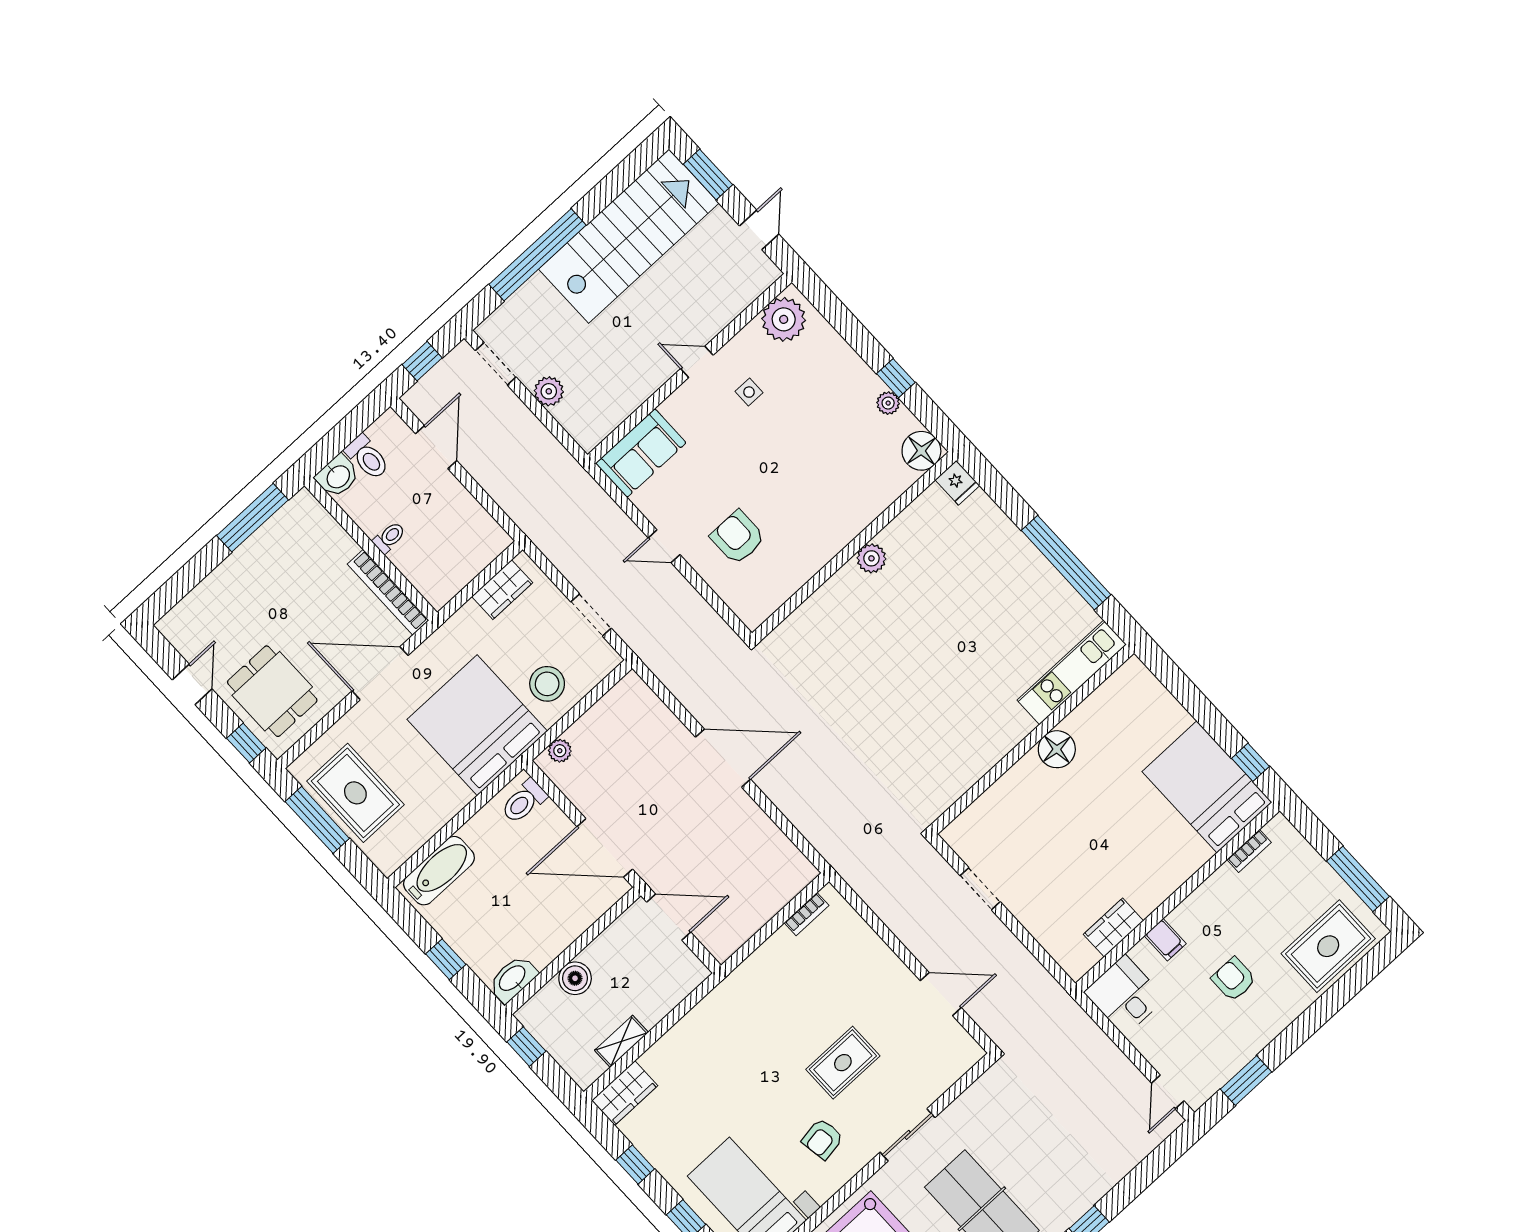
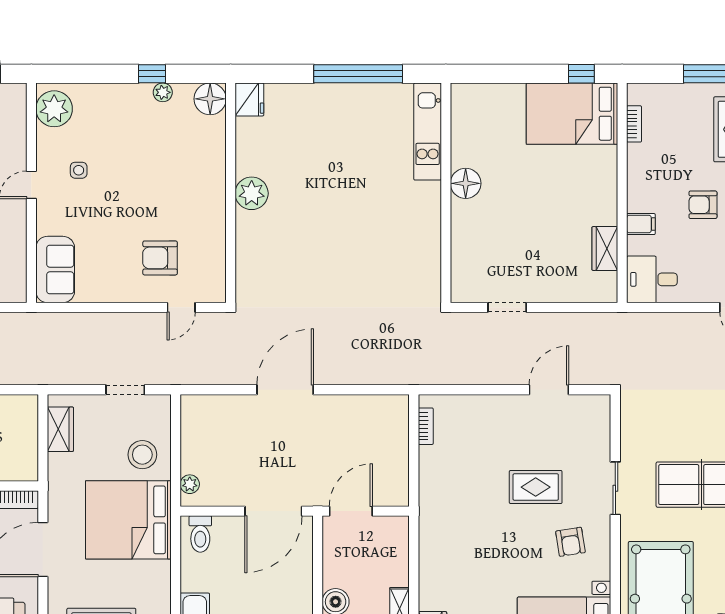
fridge: (957, 483) -> (249, 99), width x1.38
door: (664, 546) -> (181, 307), moved
plant: (871, 558) -> (252, 193), width x1.36, depth x1.36
rug: (843, 1063) -> (536, 487), turned 90

